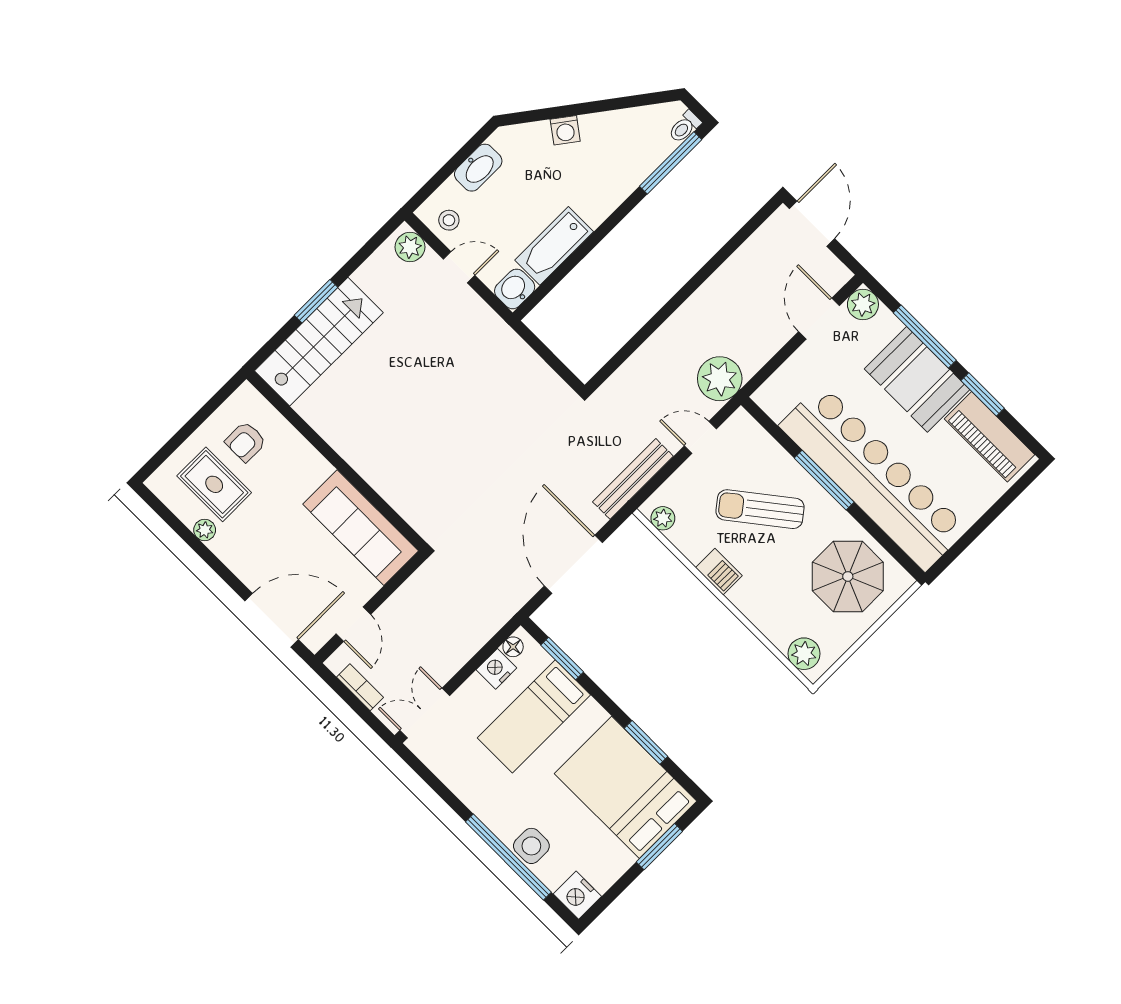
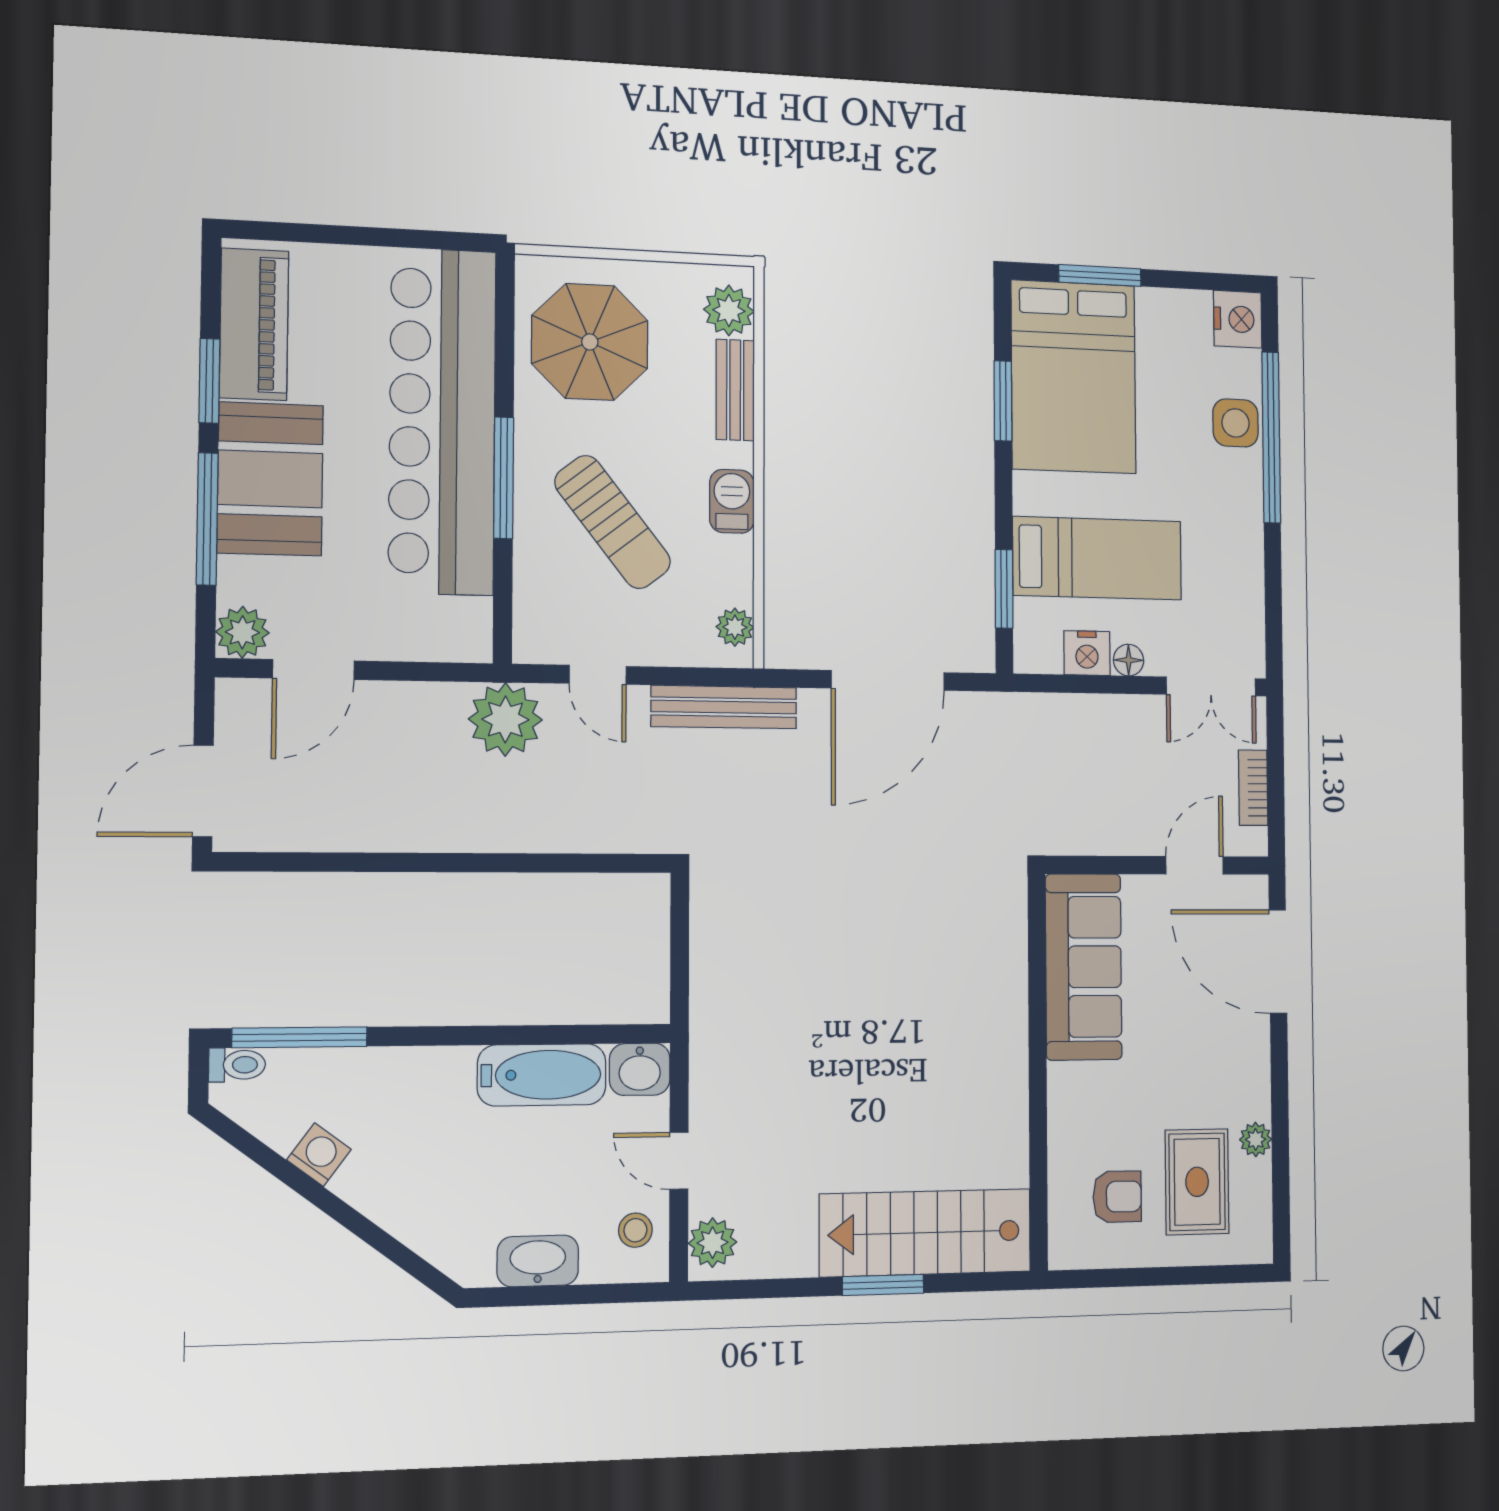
washing machine: (565, 130) -> (319, 1155), moved
bench: (766, 622) -> (735, 390), added
floor lamp: (513, 647) -> (1129, 660), moved

